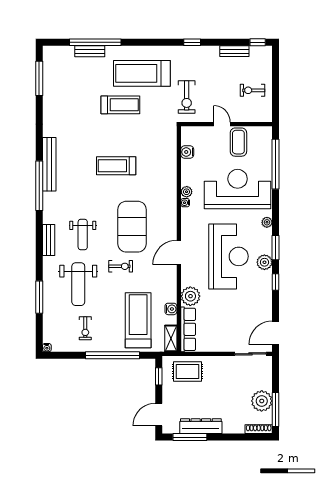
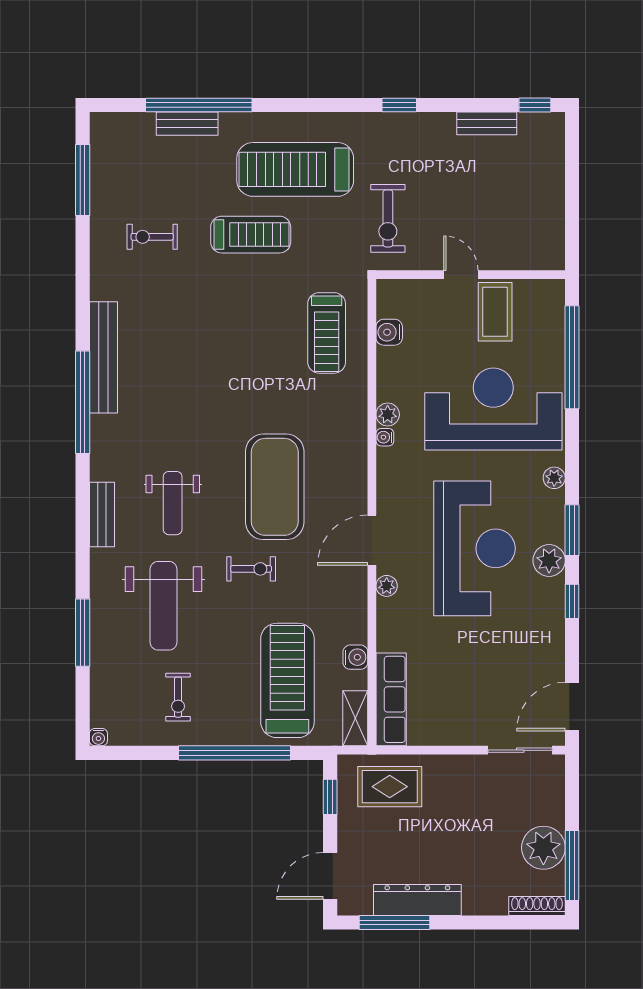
exercise bike: (253, 90) -> (152, 237), moved
treadmill: (116, 166) -> (327, 333), moved, turned -90
plant: (190, 296) -> (387, 586), moved, width x0.53, depth x0.53

